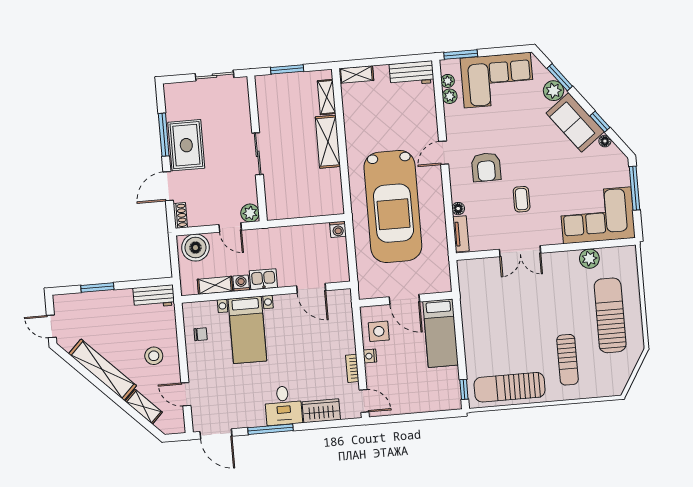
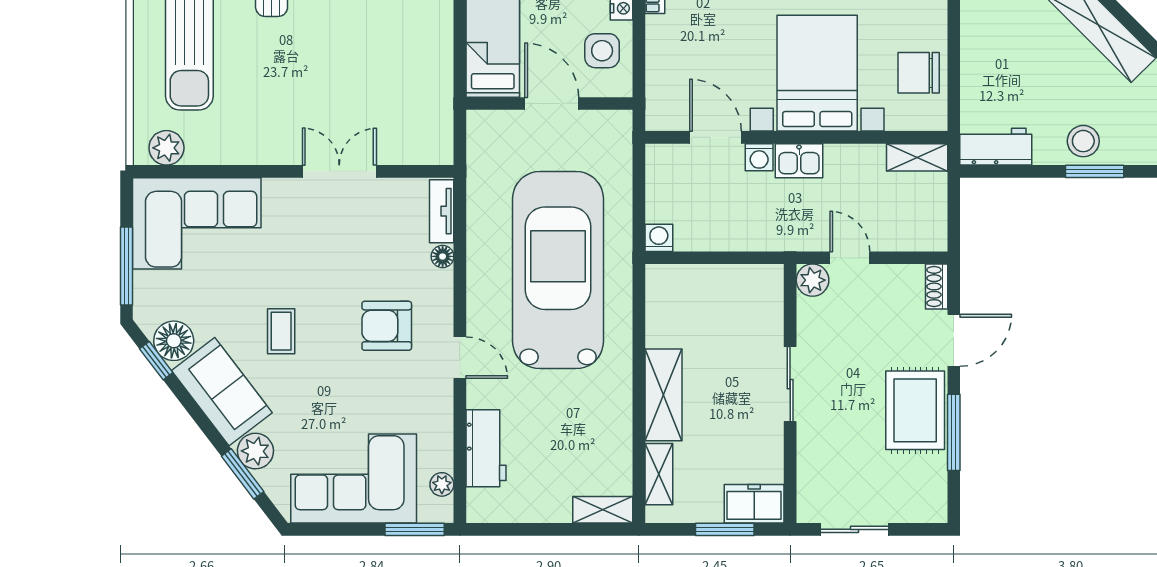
workbench: (412, 73) -> (486, 448), moved, turned 90
freezer: (272, 85) -> (754, 504), added
plant: (450, 96) -> (441, 457), removed
window: (600, 122) -> (156, 361), moved
floor lamp: (605, 141) -> (174, 341), width x1.89, depth x1.89
door: (444, 153) -> (460, 358), hinge flipped
armchair: (486, 167) -> (387, 326), turned -90
coffee table: (522, 199) -> (281, 331), moved
boiler: (196, 248) -> (914, 227), removed
plant: (589, 259) -> (166, 148), moved
washing machine: (241, 283) -> (759, 157), moved
shelving: (215, 285) -> (917, 157), moved
bed with nightstands: (247, 330) -> (817, 73), width x1.36
chair: (201, 334) -> (919, 73), width x1.87, depth x1.87
stool: (154, 356) -> (1083, 141), moved

